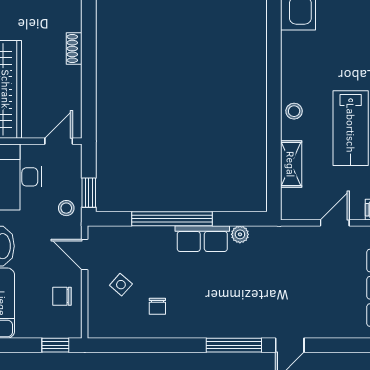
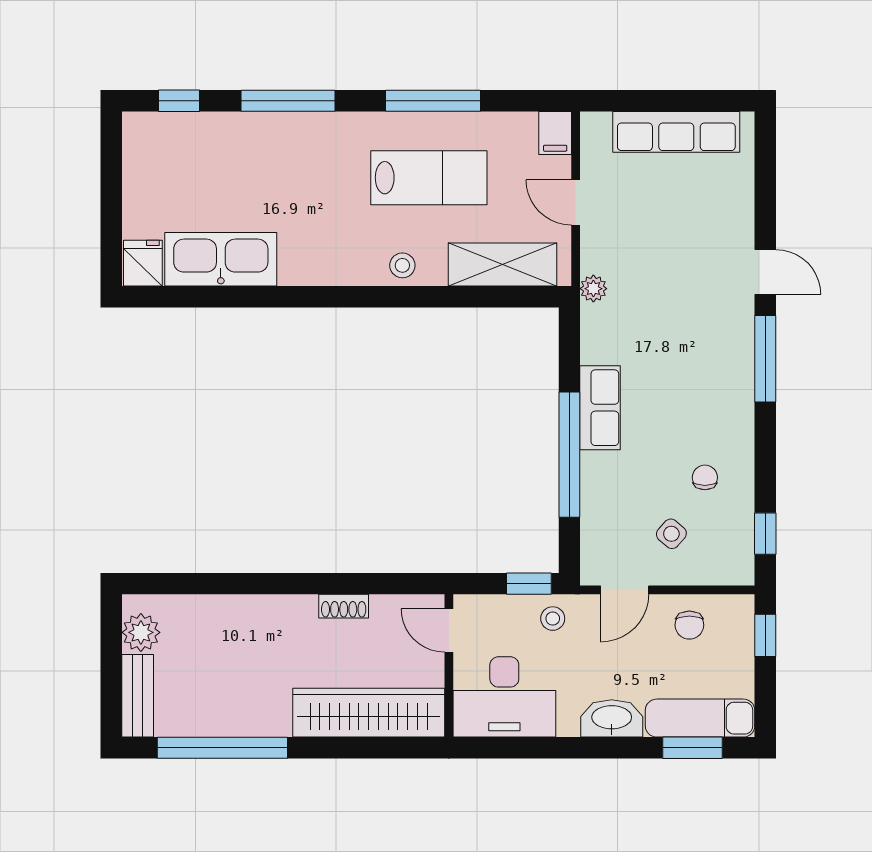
shoe rack: (74, 49) -> (344, 606), moved
shelving: (291, 164) -> (503, 264), width x1.50, depth x1.33
plant: (240, 234) -> (593, 289), moved
chair: (157, 306) -> (705, 477), turned -90
window: (121, 345) -> (765, 534), added

